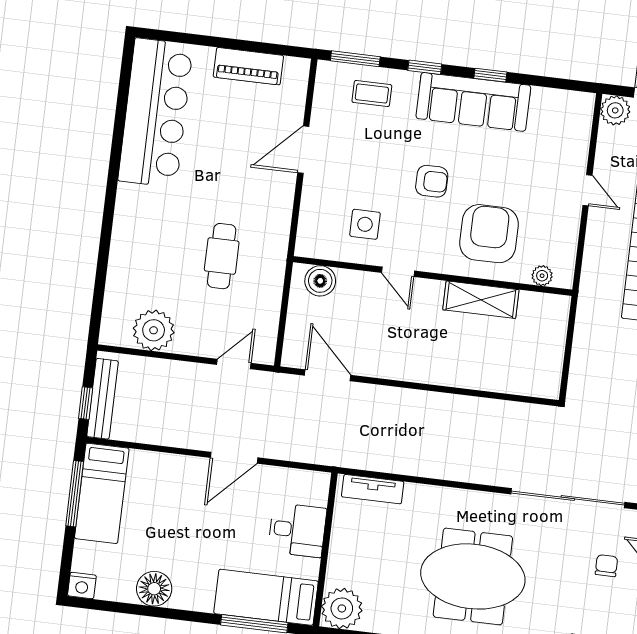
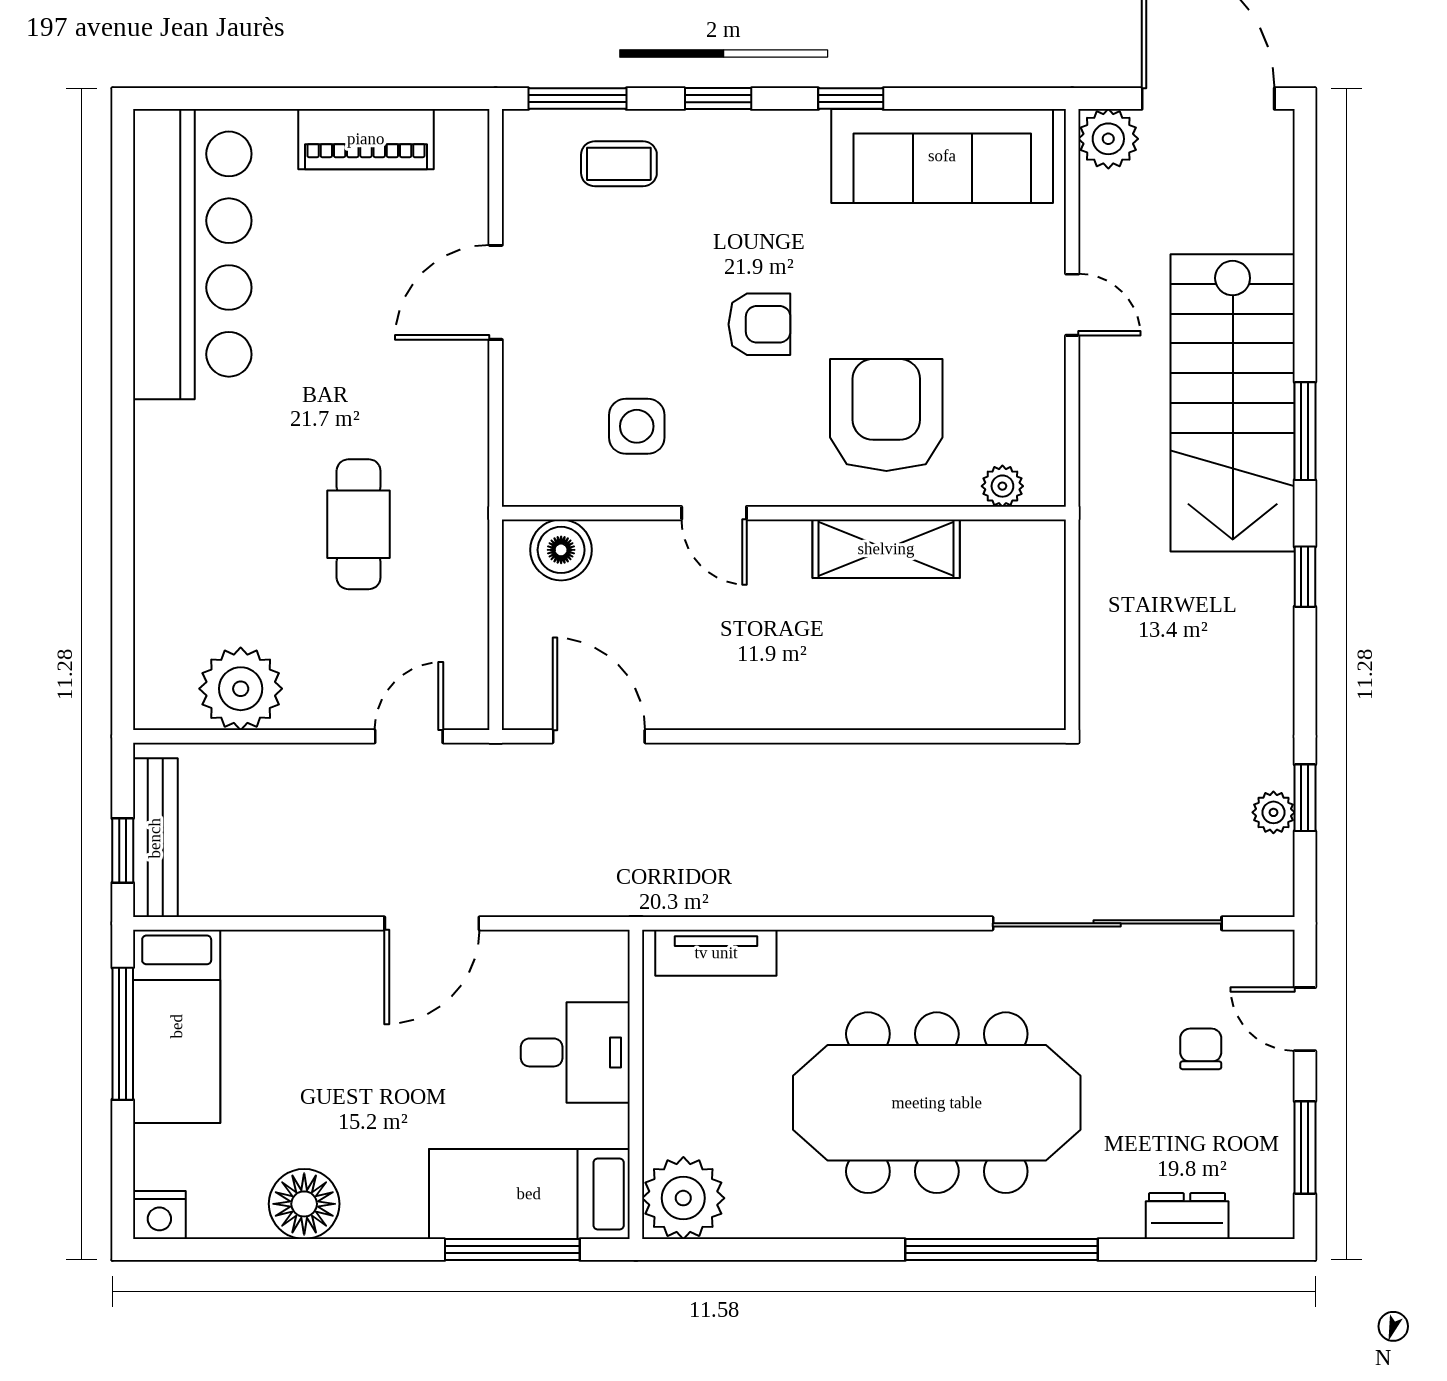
sofa: (473, 102) -> (942, 156), moved
meeting table: (473, 576) -> (937, 1103), width x1.36

